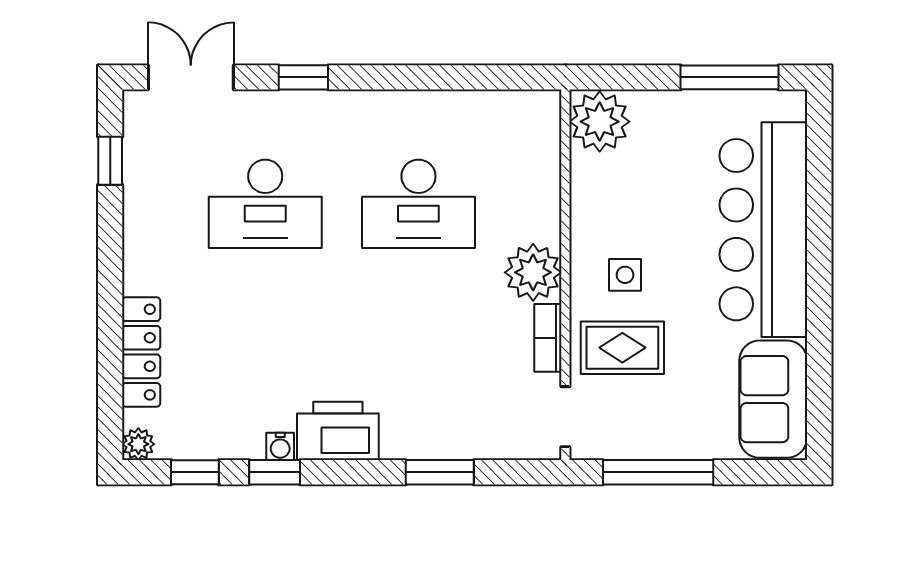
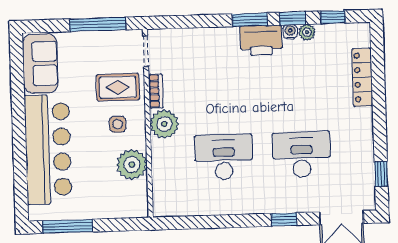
plant: (600, 122) -> (132, 164), moved
plant: (138, 444) -> (307, 32), moved
window: (440, 472) -> (250, 20), moved

